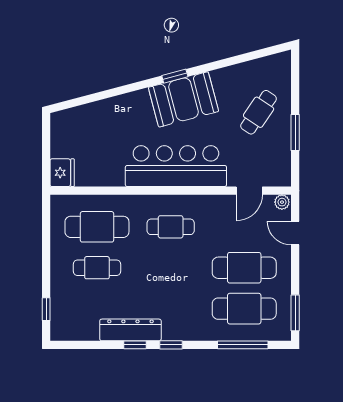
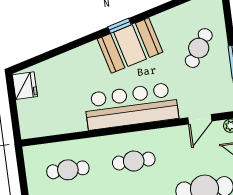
fridge: (62, 173) -> (25, 86), moved
cafe table: (97, 227) -> (68, 170), width x0.73, depth x0.74

